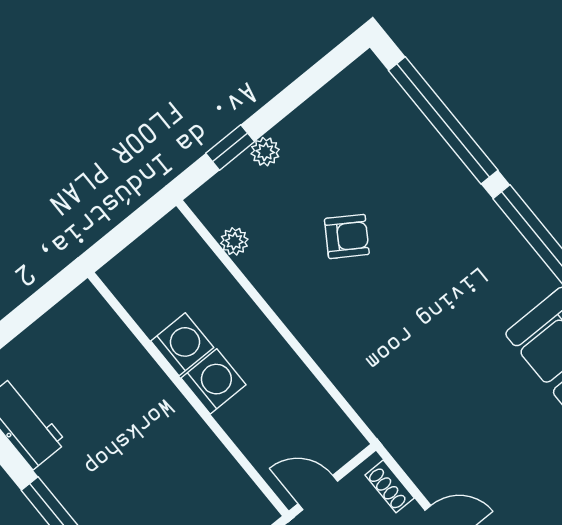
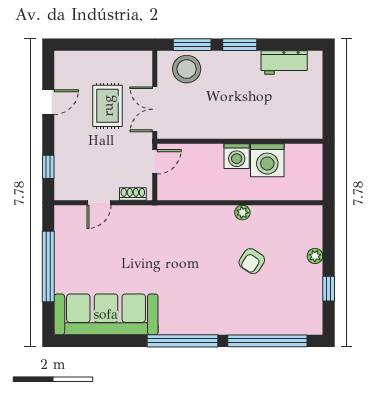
window: (230, 147) -> (329, 289), moved
plant: (234, 241) -> (242, 213), moved
washing machine: (182, 344) -> (267, 160), width x1.37, depth x1.37

